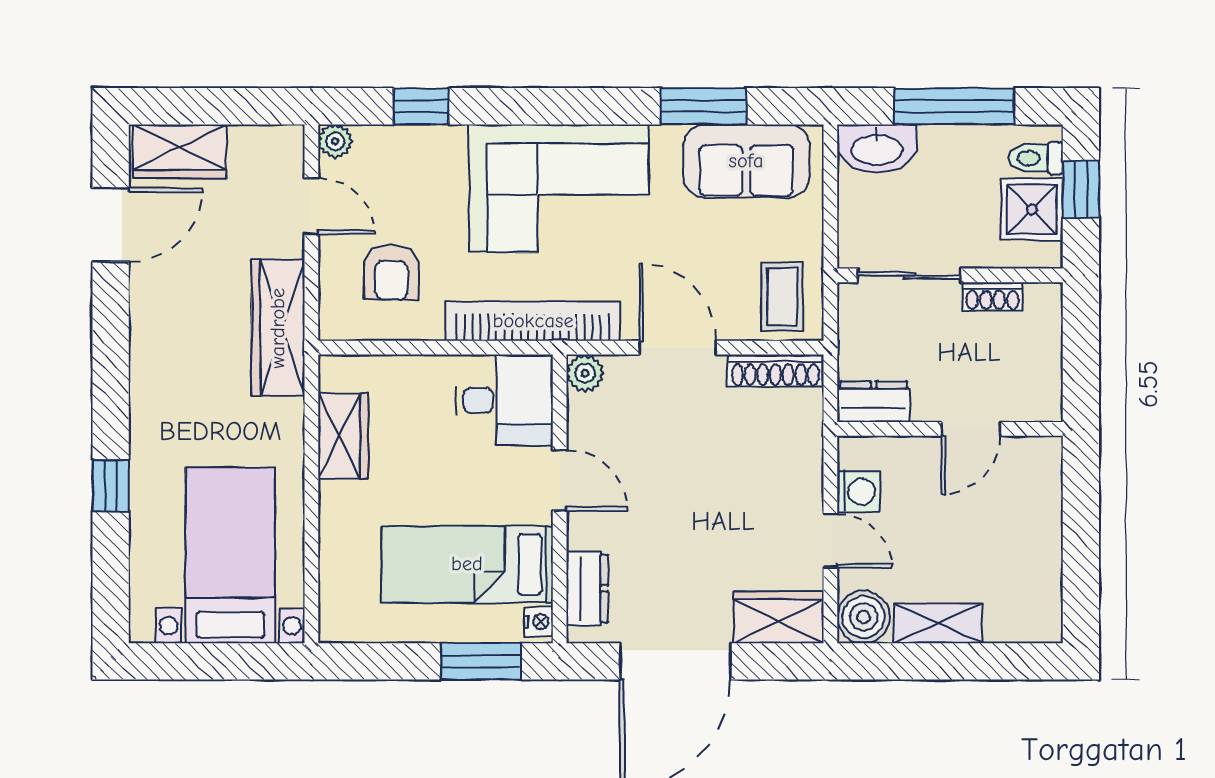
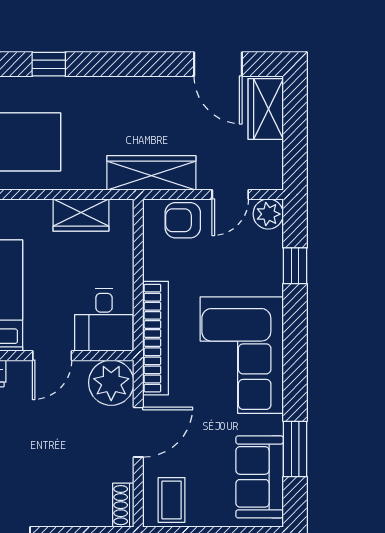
plant: (335, 141) -> (268, 214), width x1.38, depth x1.38
armchair: (391, 273) -> (183, 220), moved
coffee table: (782, 296) -> (172, 500), turned 90
shoe rack: (775, 371) -> (123, 505), width x0.70
plant: (585, 373) -> (111, 383), width x1.87, depth x1.87

